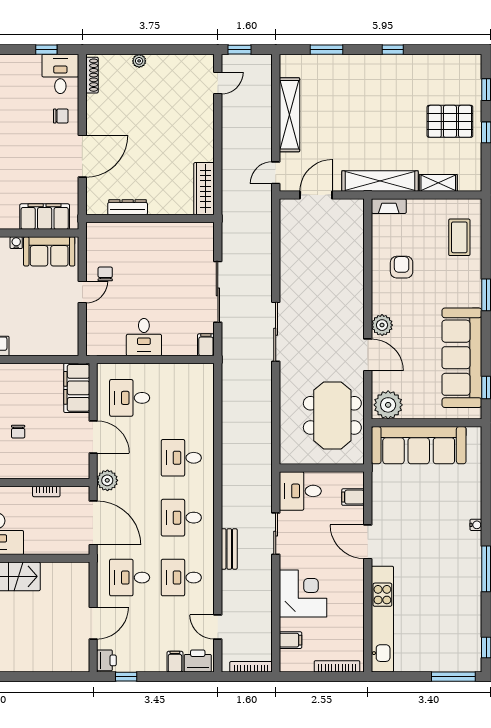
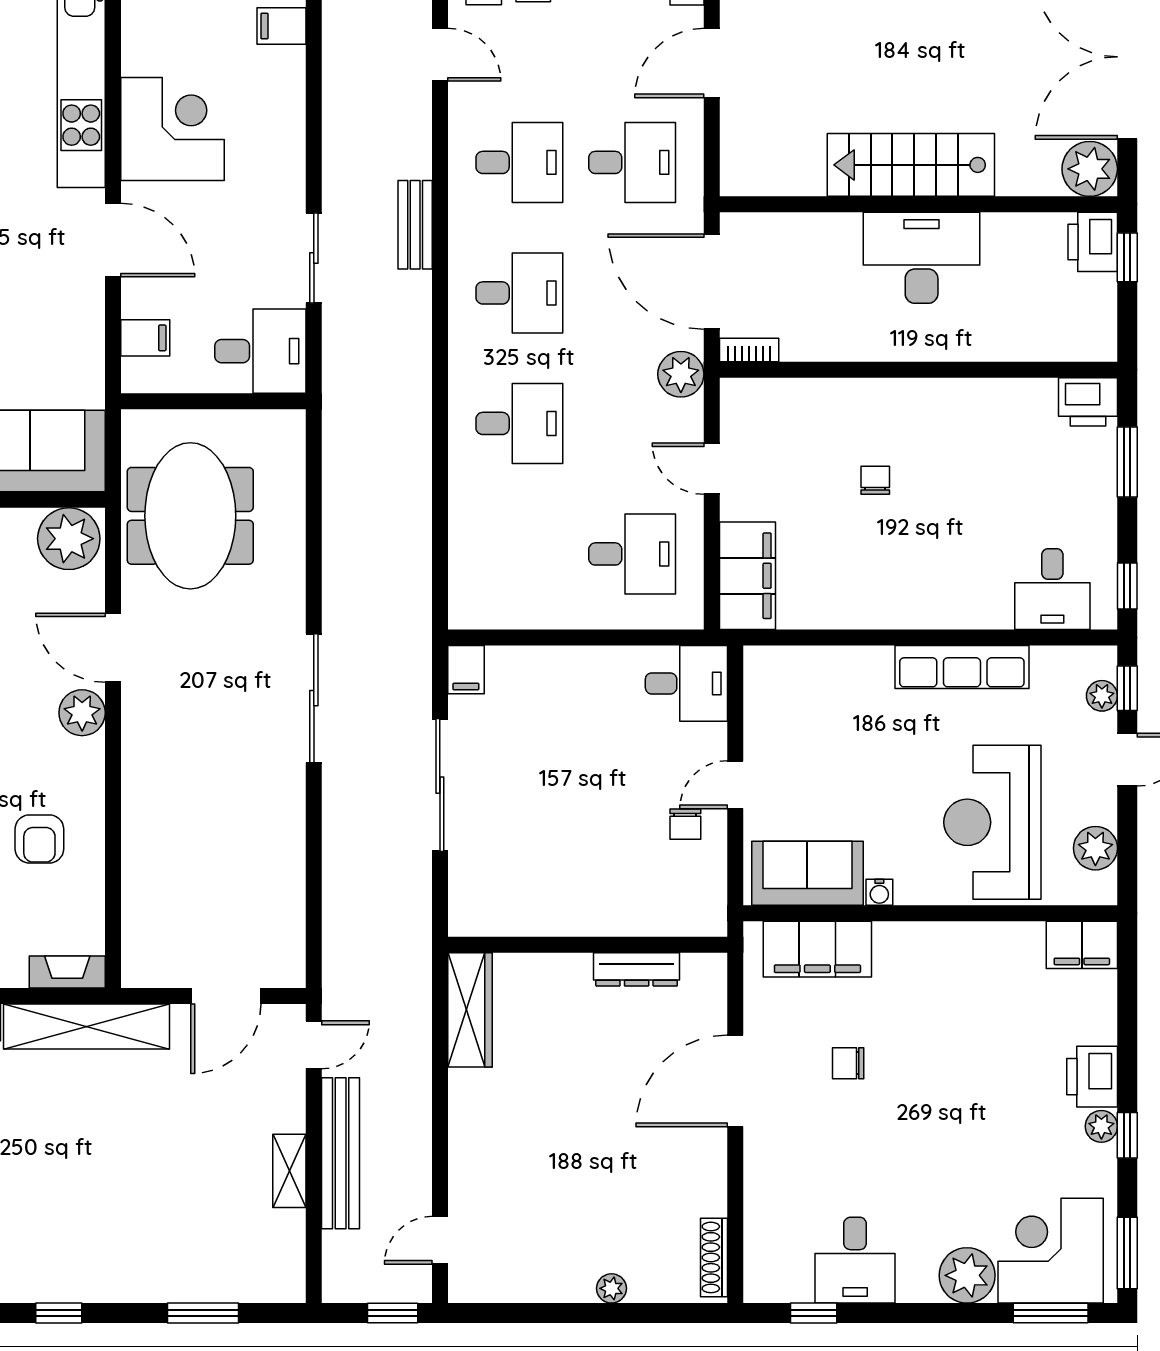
desk: (60, 74) -> (855, 1260), moved
shelving: (289, 115) -> (289, 1171), width x0.45, depth x0.75
chair: (61, 116) -> (848, 1063), moved
bench: (263, 123) -> (341, 1153), added
desk: (144, 337) -> (686, 683), moved, turned 90
door: (93, 437) -> (712, 469), width x0.73
bookcase: (46, 491) -> (749, 350), moved
corner desk: (303, 593) -> (173, 129), moved, turned 180

